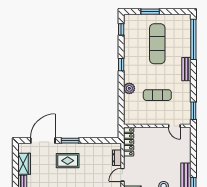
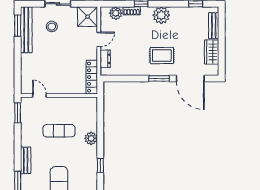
door: (43, 141) -> (190, 78), hinge flipped

